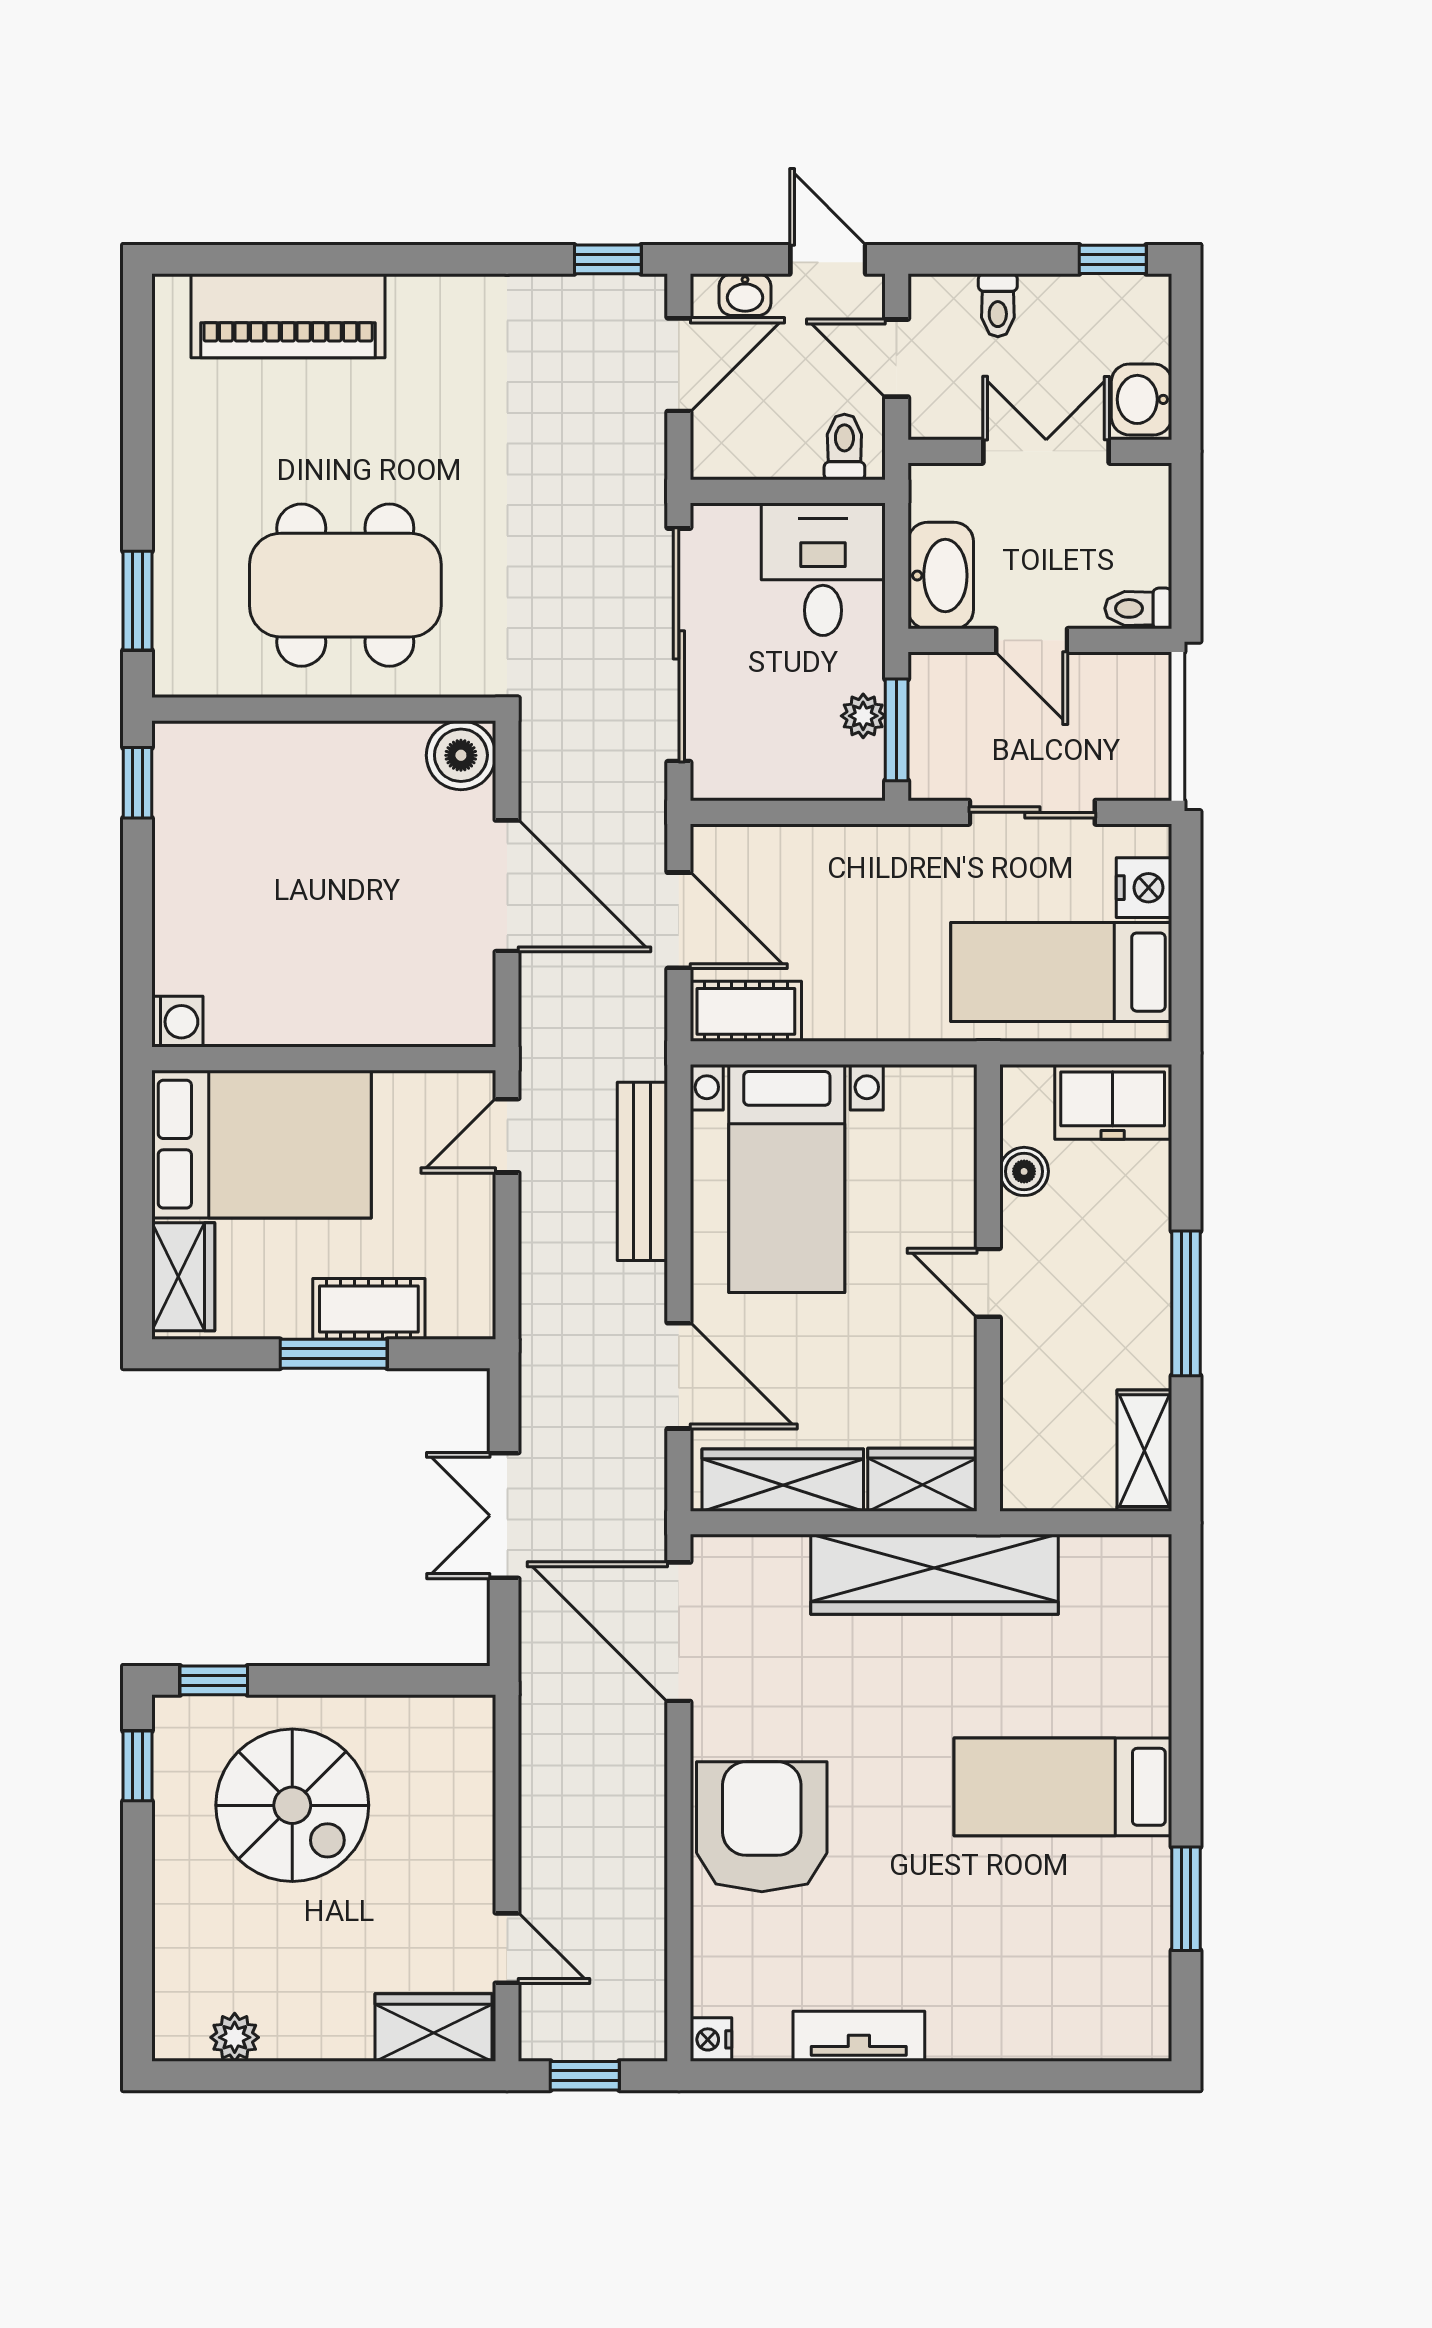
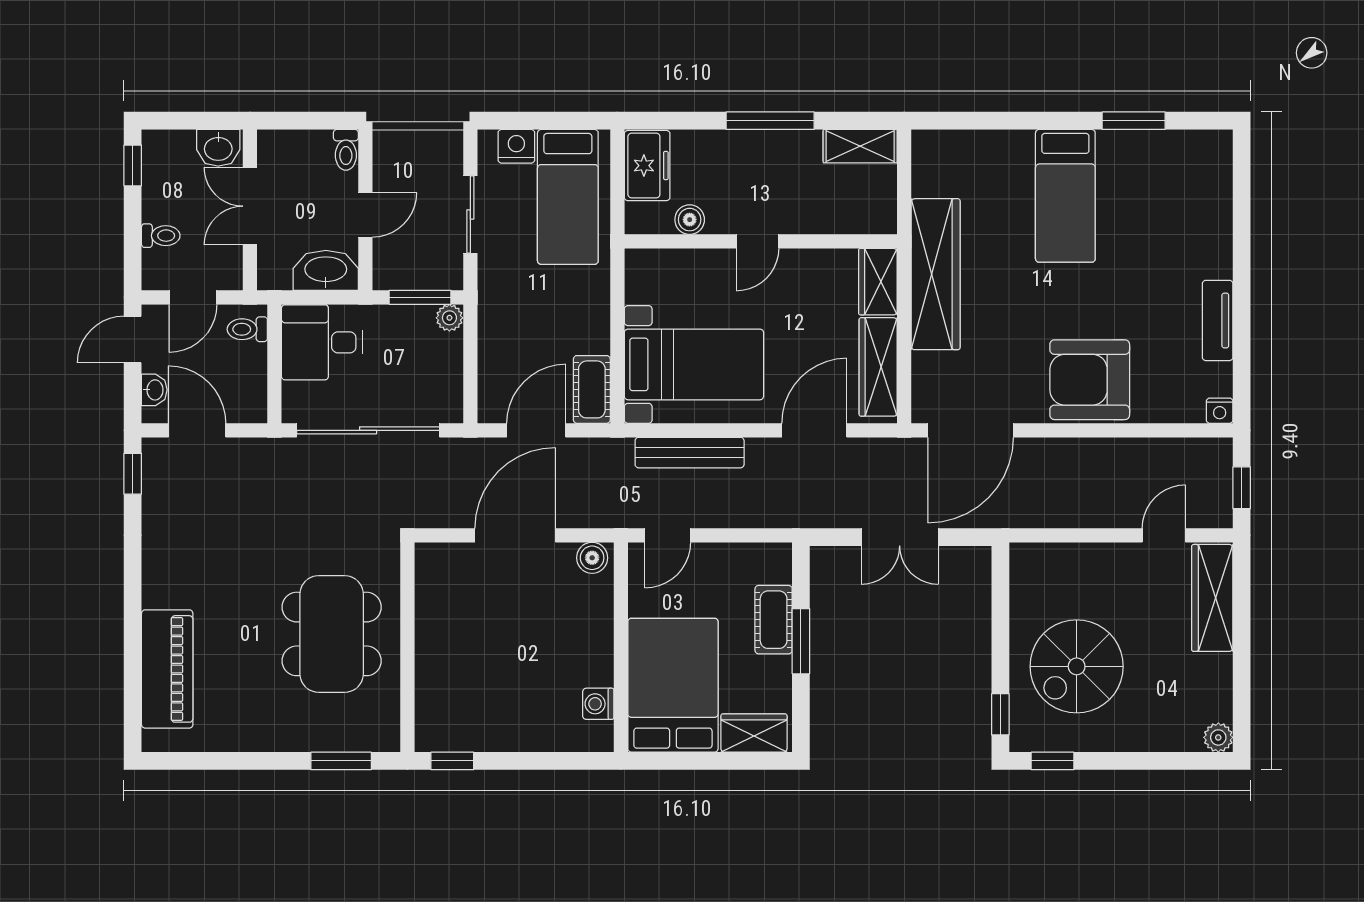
plant: (863, 716) -> (449, 318), moved
boiler: (461, 755) -> (592, 558), moved, width x0.73, depth x0.73
washing machine: (177, 1022) -> (598, 704), moved, turned -90
door: (507, 1136) -> (668, 535), hinge flipped
spiral stairs: (292, 1805) -> (1077, 666), turned 180
wardrobe: (434, 2027) -> (1212, 598), width x1.50
plant: (235, 2037) -> (1218, 737), moved

